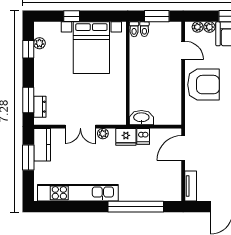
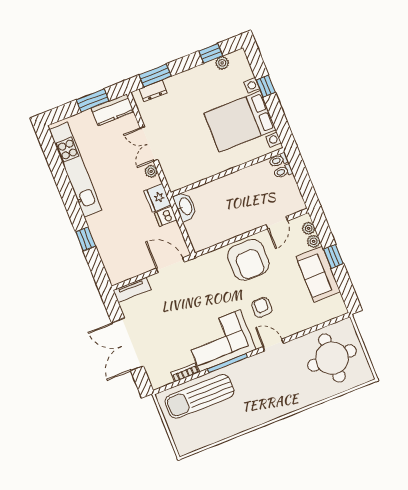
window: (157, 16) -> (303, 179), removed
window: (136, 207) -> (86, 239), width x0.32

